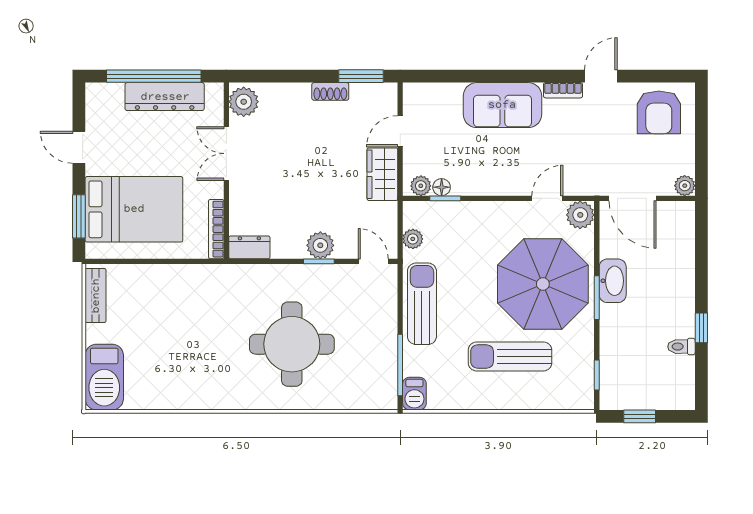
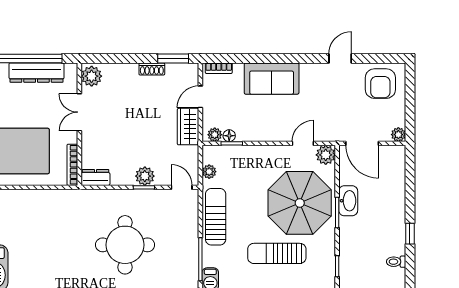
bookcase: (563, 90) -> (219, 68), moved
toilet: (681, 347) -> (396, 262), moved

